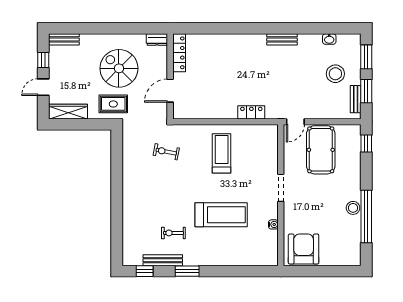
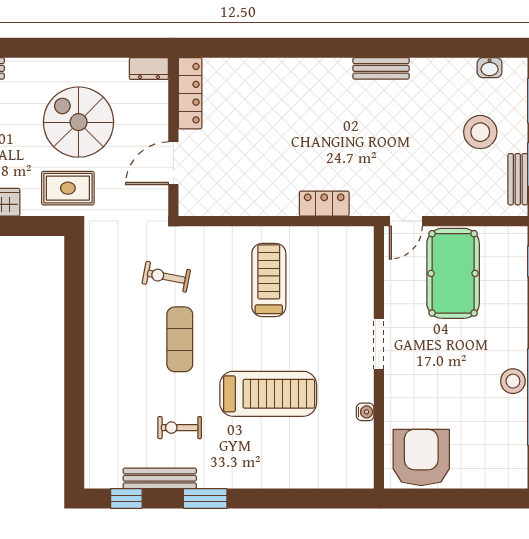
washbasin: (329, 39) -> (490, 68), moved
exercise mat: (174, 185) -> (180, 339), added

